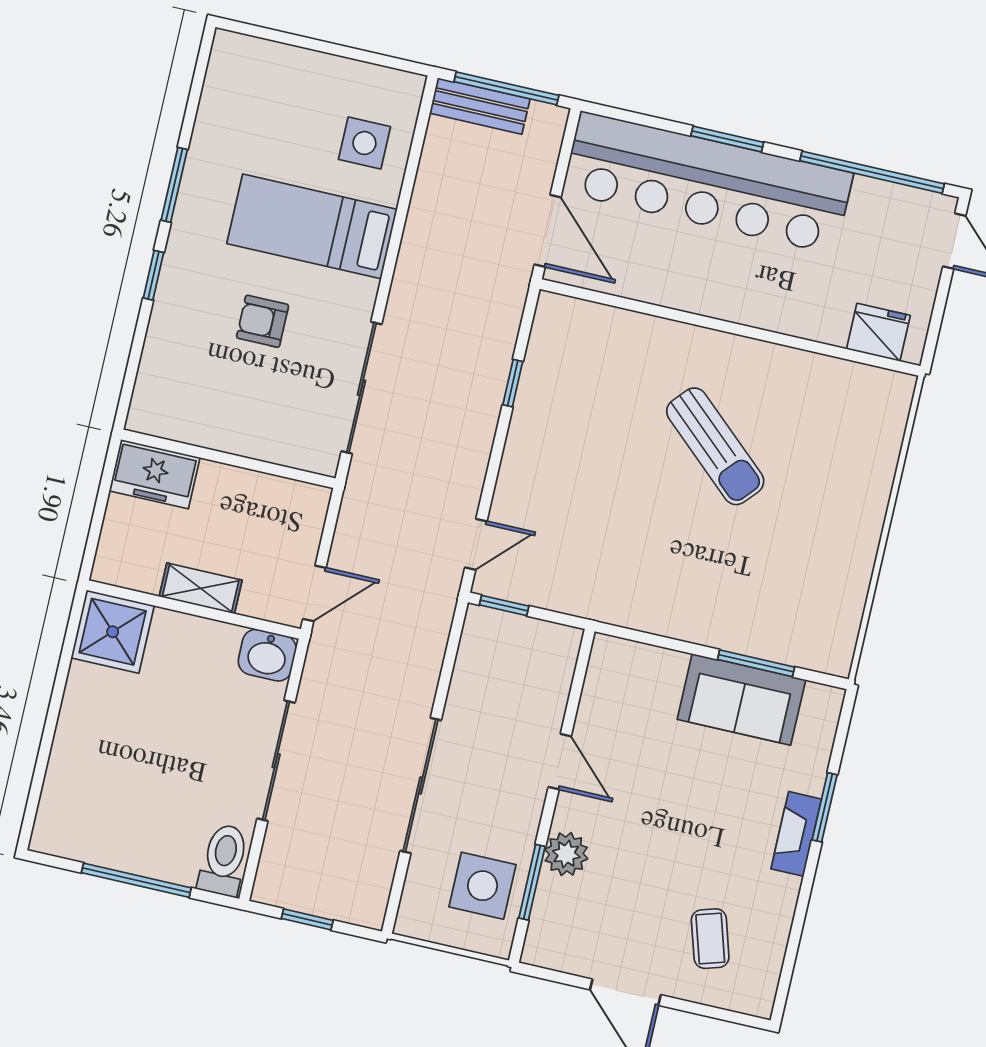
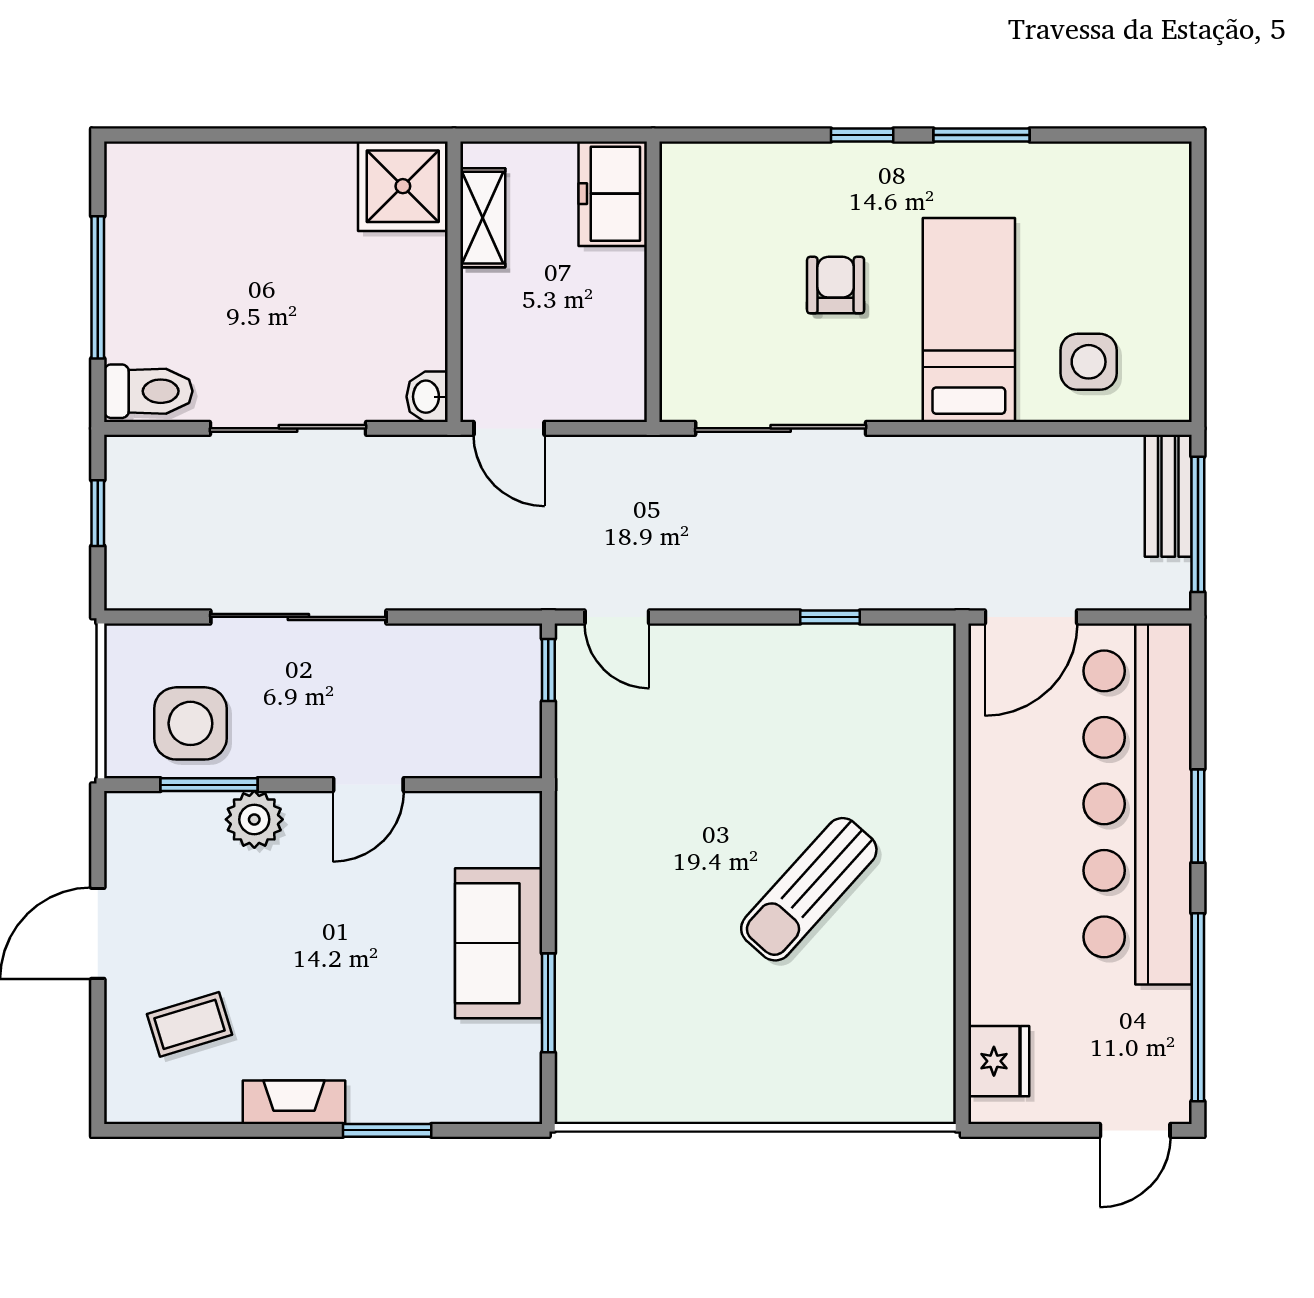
shelving: (201, 588) -> (483, 218), moved
washbasin: (267, 655) -> (427, 397), width x0.72, depth x0.69
sofa: (741, 699) -> (499, 943), moved
fireplace: (796, 834) -> (294, 1102), moved

